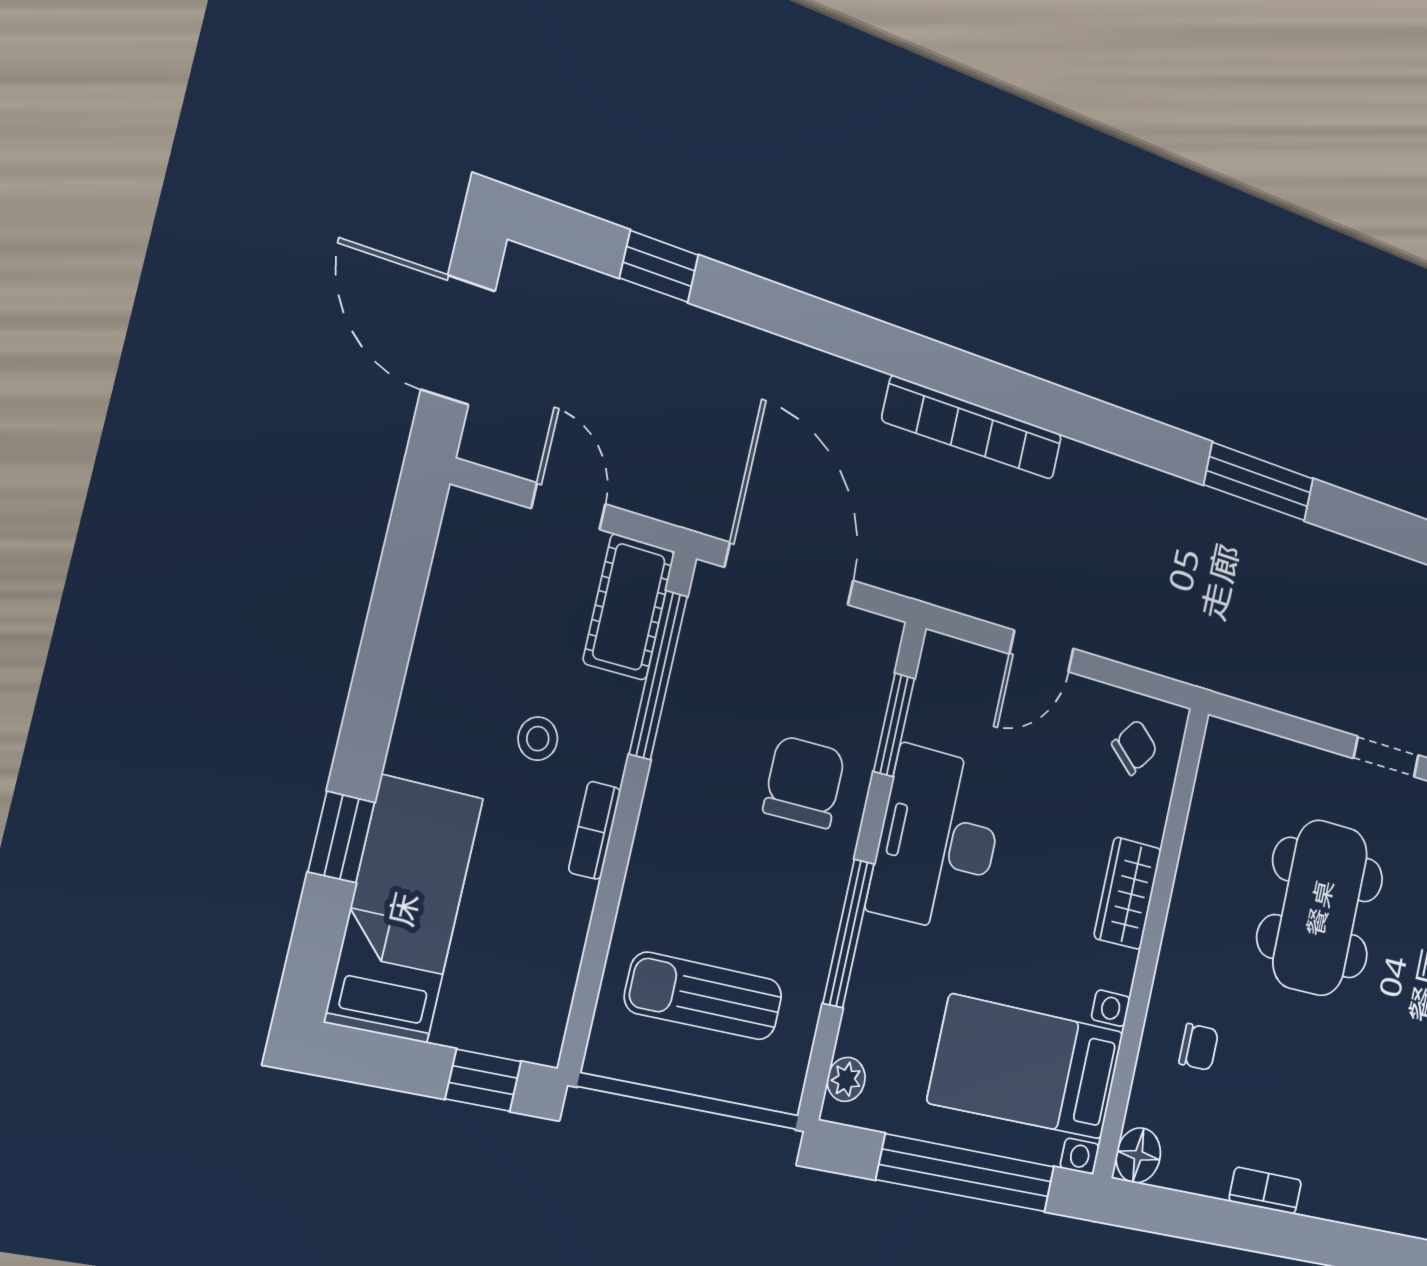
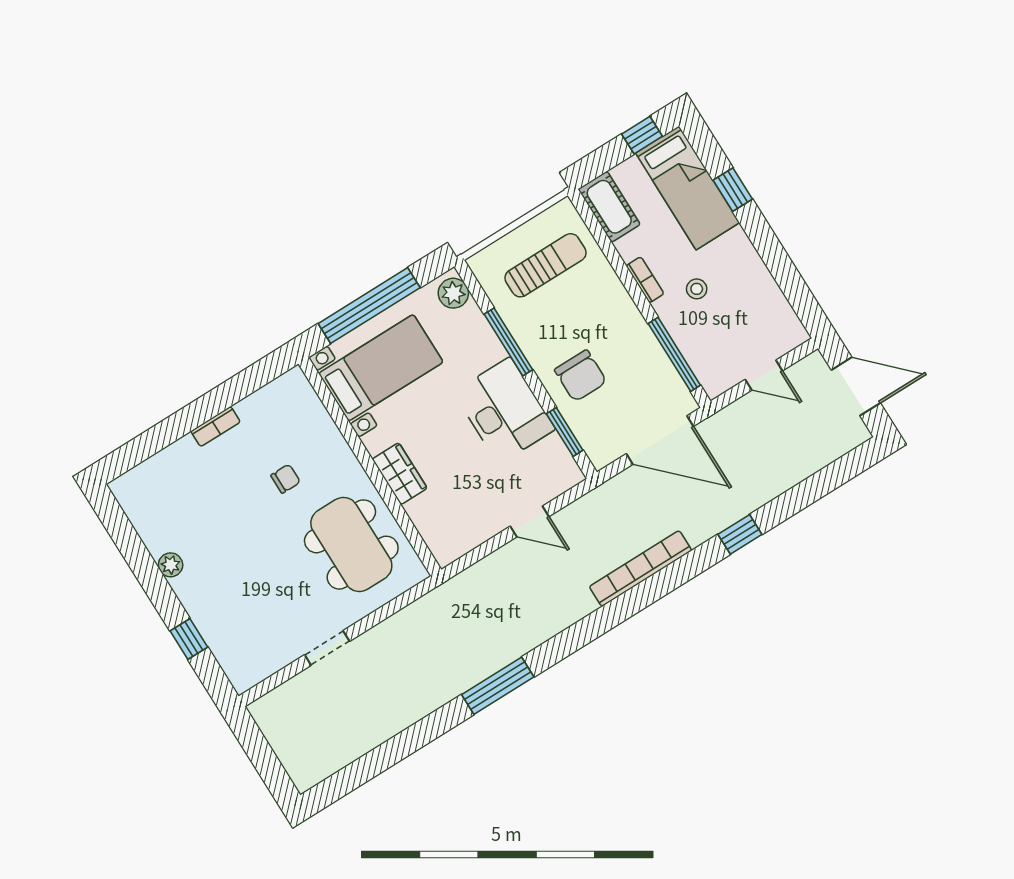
window: (659, 266) -> (740, 534), moved
cot: (629, 607) -> (609, 207), moved
door: (1042, 651) -> (530, 521), swing flipped
chair: (1135, 747) -> (452, 529), removed
dining table: (1320, 908) -> (351, 544), moved
chair: (1199, 1047) -> (286, 479), moved, turned 180
plant: (846, 1079) -> (453, 293), width x1.38, depth x1.38
window: (483, 1080) -> (642, 135), moved
floor lamp: (1138, 1155) -> (294, 383), removed

